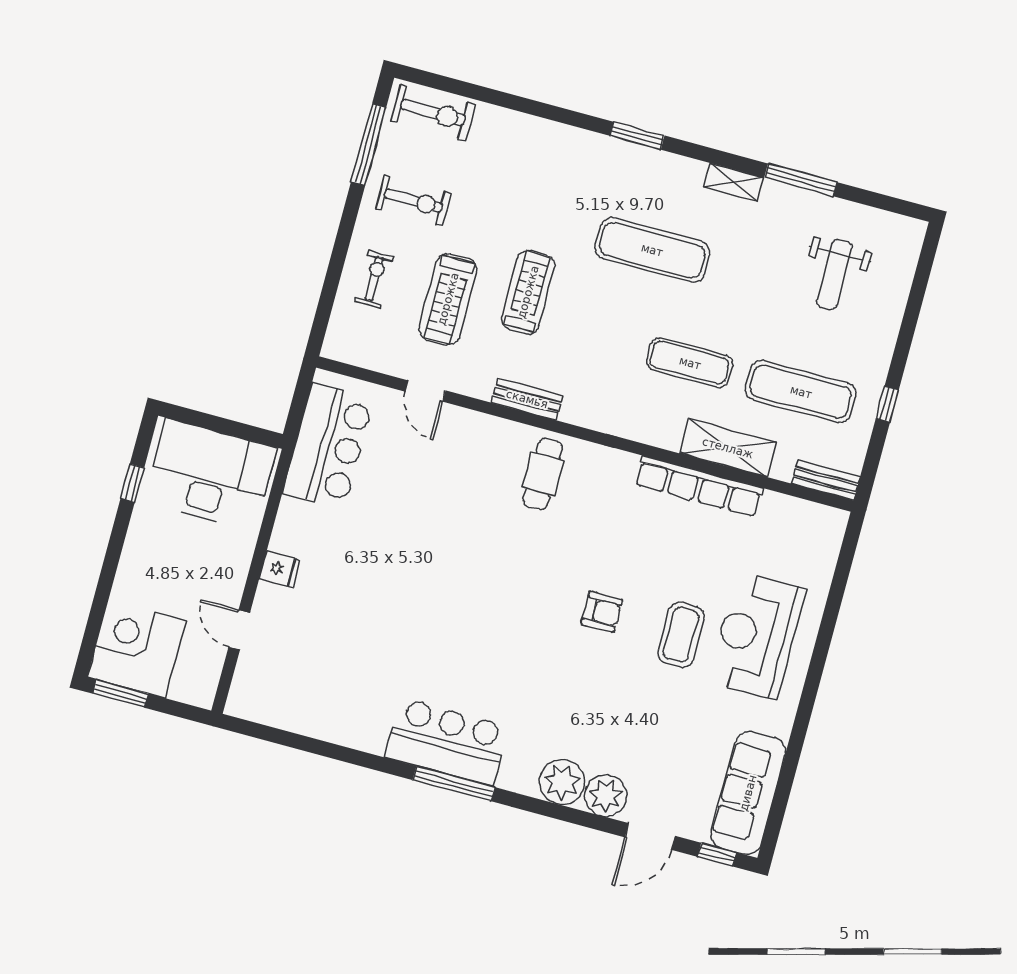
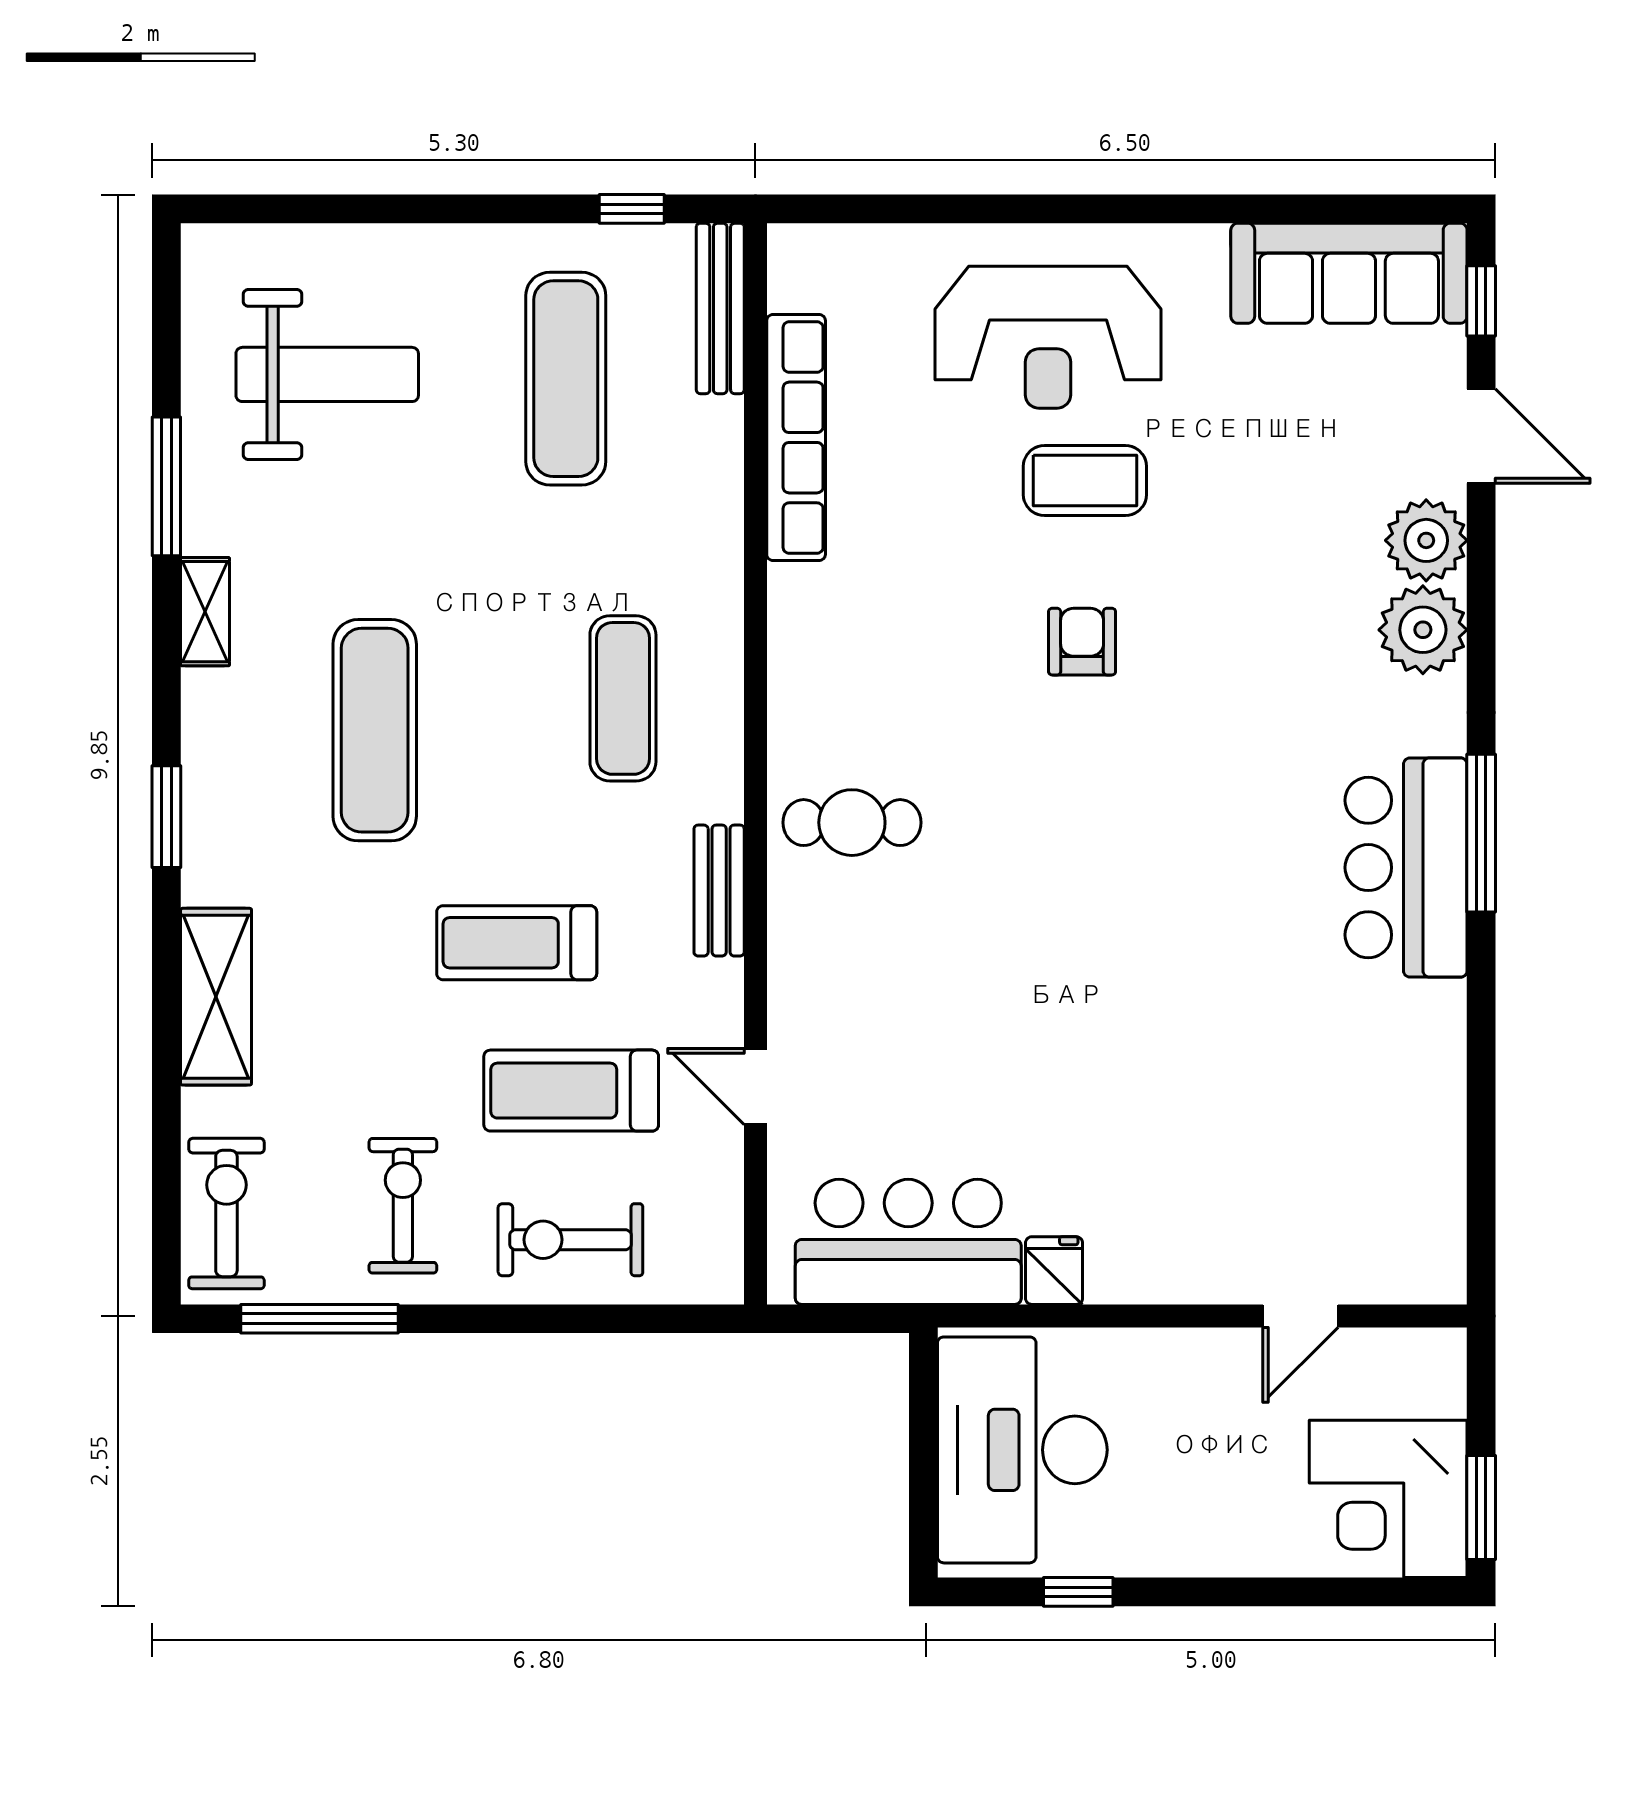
weight bench: (834, 274) -> (327, 374), width x1.36, depth x1.33
exercise bike: (374, 279) -> (570, 1240), width x1.38, depth x1.39
treadmill: (448, 299) -> (571, 1091), turned 180
exercise mat: (690, 363) -> (623, 698), moved
door: (425, 391) -> (755, 1086), swing flipped
window: (887, 404) -> (632, 209), moved
shelving: (728, 448) -> (216, 997), moved
bench: (826, 480) -> (720, 308), width x1.36
row of seats: (699, 486) -> (796, 438), moved
fridge: (280, 569) -> (1054, 1271), moved

